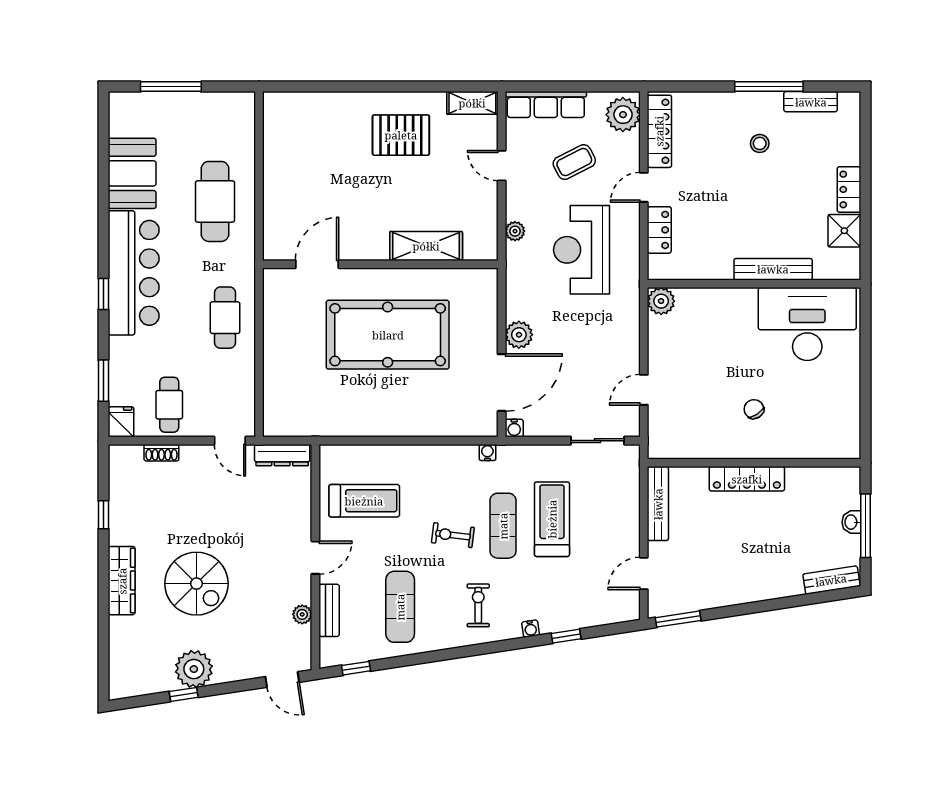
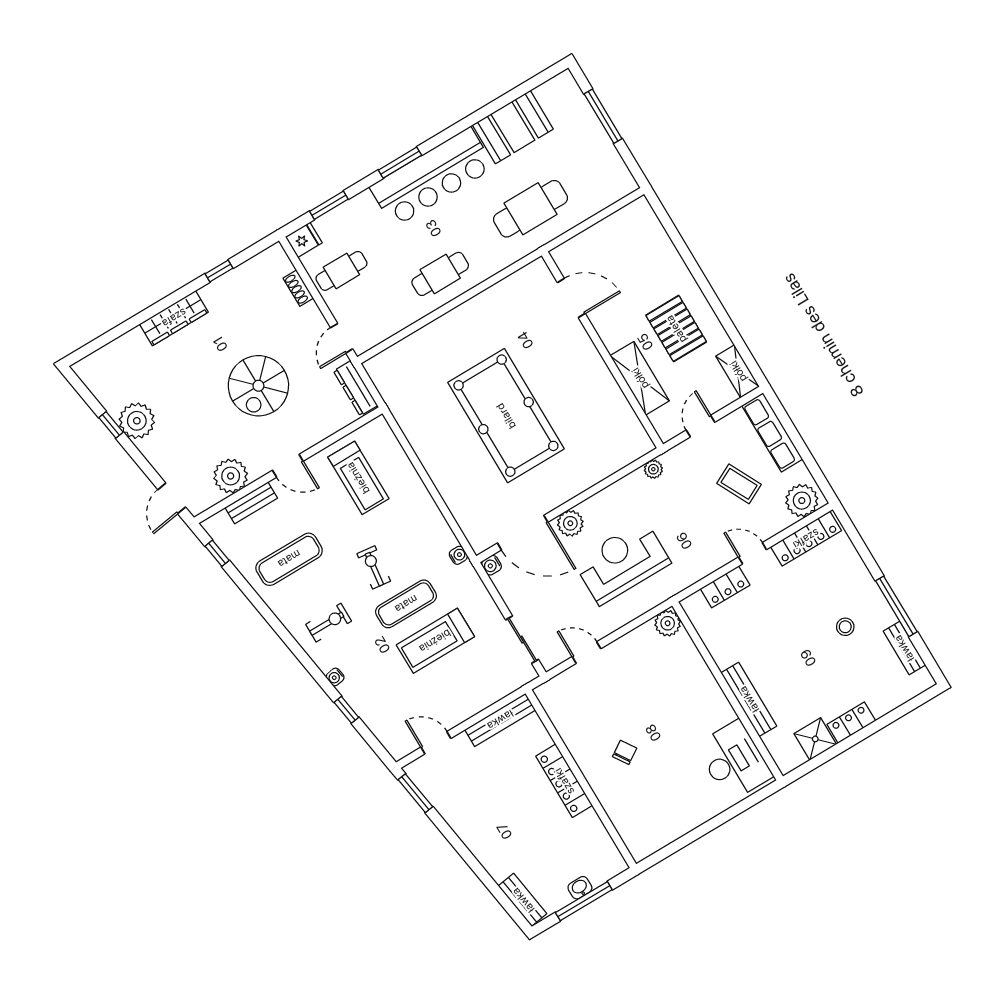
shelving: (426, 246) -> (640, 378), moved
reception desk: (582, 250) -> (622, 562), moved
door: (317, 264) -> (571, 298), moved
wall: (380, 264) -> (602, 350), moved
window: (103, 294) -> (400, 163), width x1.50
desk: (807, 324) -> (734, 761), width x0.73, depth x0.77
treadmill: (552, 519) -> (435, 641), turned 180
spiral stairs: (196, 584) -> (258, 386), moved
plant: (302, 614) -> (231, 476), width x1.88, depth x1.88

